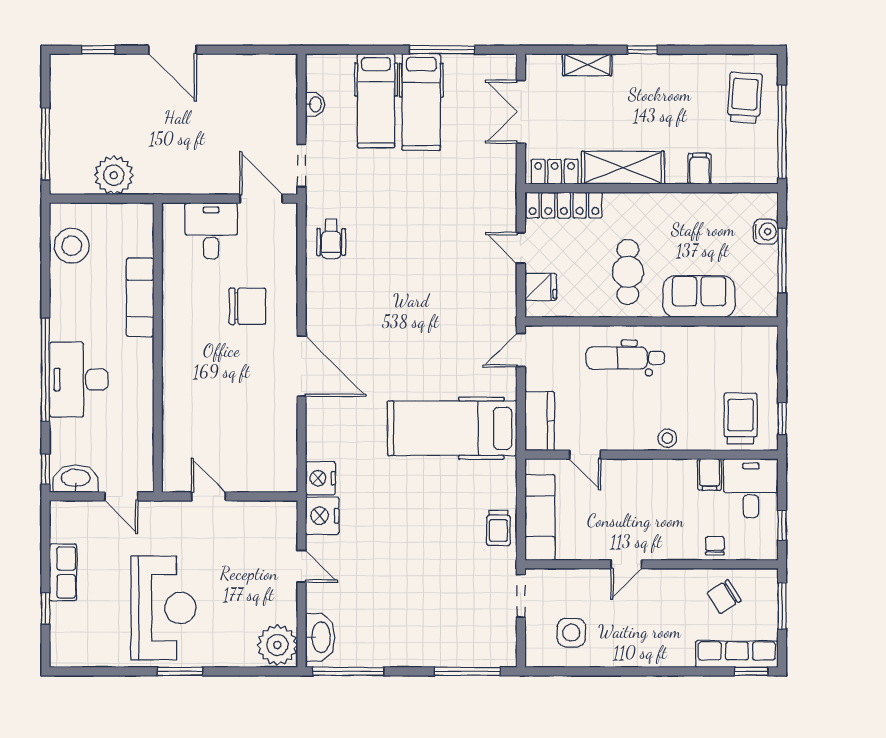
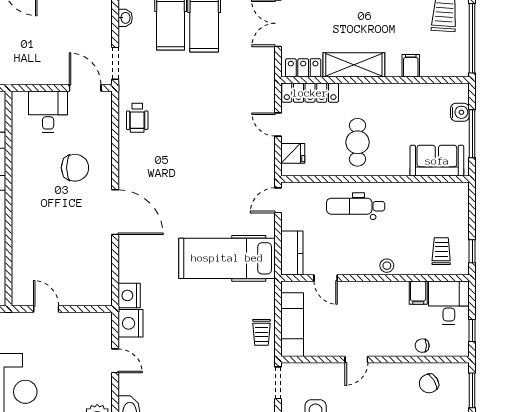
sofa: (699, 297) -> (437, 161), moved
trolley: (741, 419) -> (441, 251), width x0.73, depth x0.72
chair: (715, 546) -> (422, 346), turned -90

